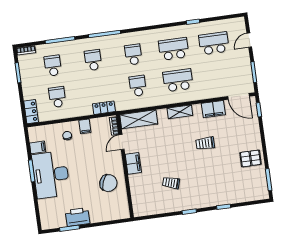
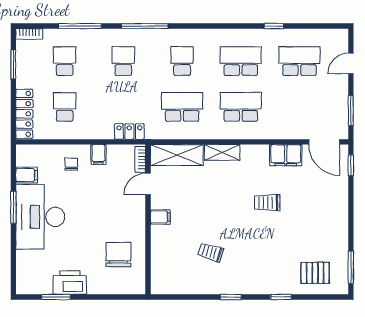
school desk: (138, 86) -> (182, 107), width x1.85
locker: (31, 112) -> (24, 114), width x1.53
shelving: (180, 112) -> (222, 152), moved
pallet: (250, 158) -> (315, 273), moved
filing cabinet: (133, 163) -> (160, 217), width x0.50
chair: (108, 183) -> (118, 255), moved, turned -111

